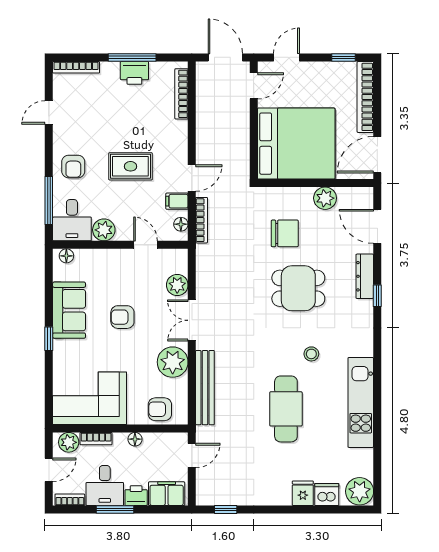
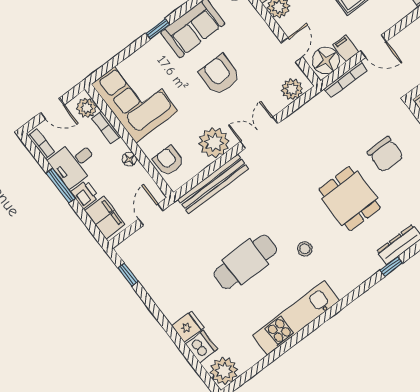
floor lamp: (181, 224) -> (326, 60), width x1.89, depth x1.89
plant: (177, 285) -> (292, 89), moved
armchair: (122, 317) -> (220, 75), width x1.38, depth x1.38
door: (192, 455) -> (151, 215), swing flipped

